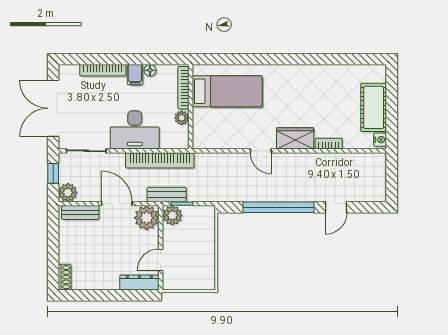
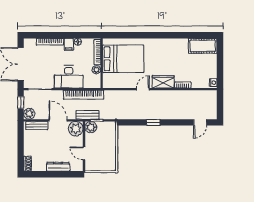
bed: (227, 91) -> (123, 59), width x1.50
cot: (374, 107) -> (203, 46), moved, turned 90
door: (261, 151) -> (143, 89), swing flipped
window: (278, 207) -> (153, 122), width x0.32
door: (336, 207) -> (200, 122), moved
door: (161, 260) -> (84, 153), hinge flipped
dresser: (139, 282) -> (58, 167), moved

